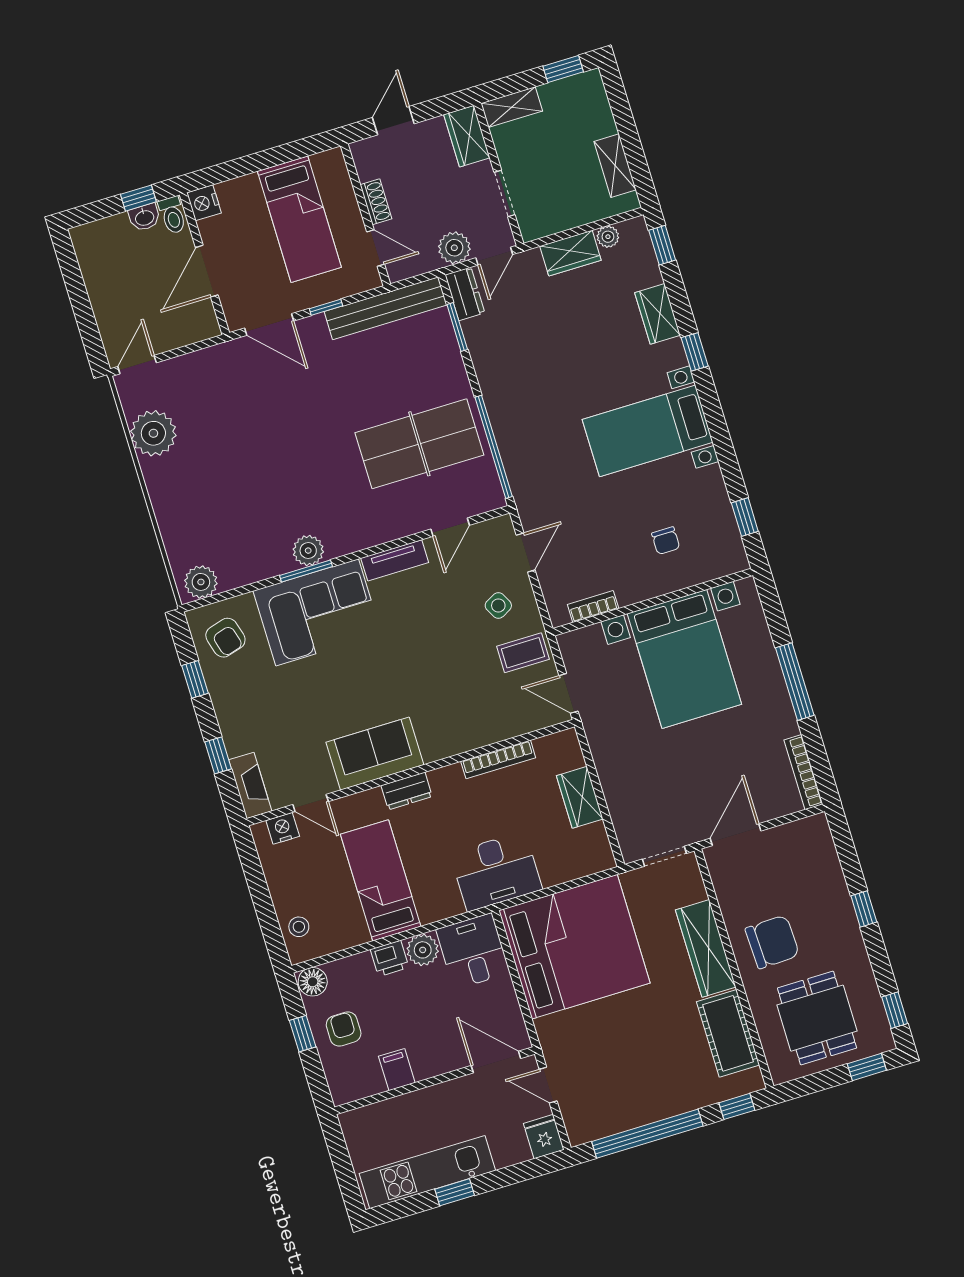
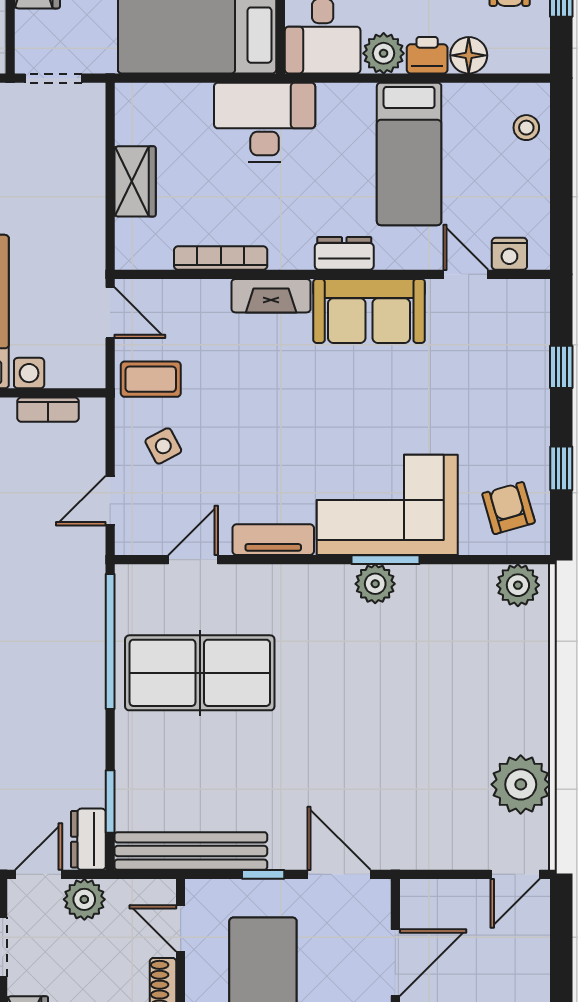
fireplace: (250, 785) -> (271, 296), moved, turned -90
floor lamp: (313, 982) -> (469, 55), moved

